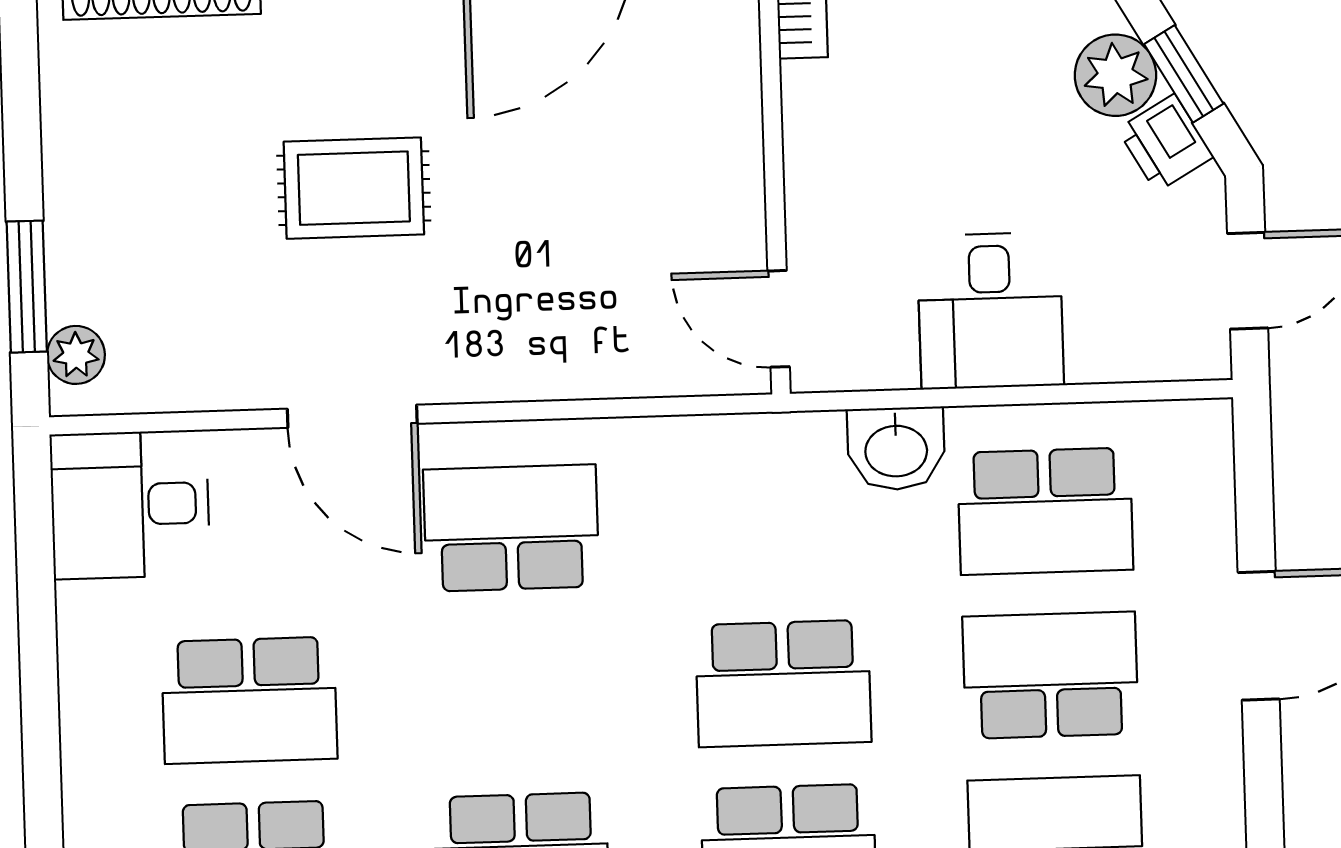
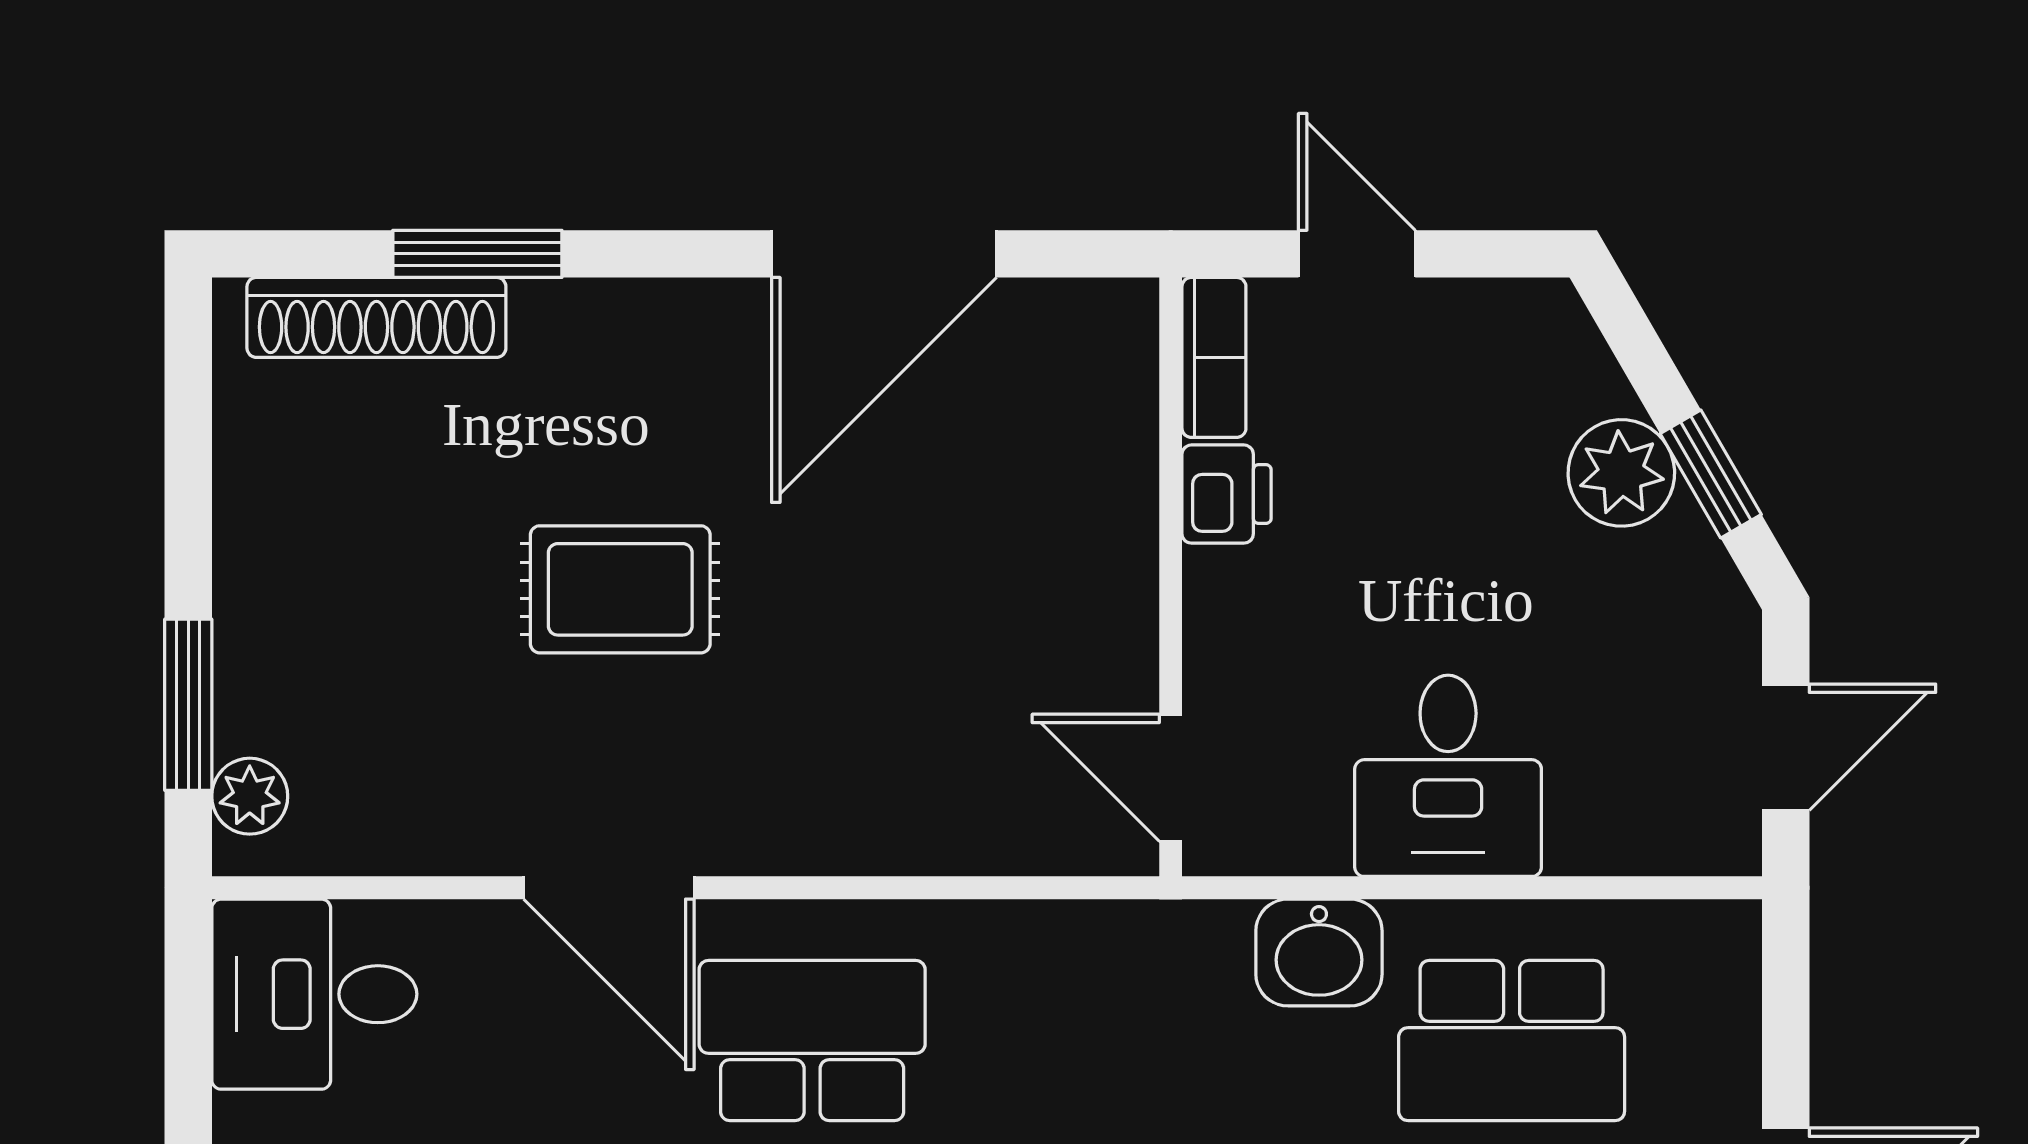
printer: (1165, 143) -> (1227, 494), moved, turned -150

